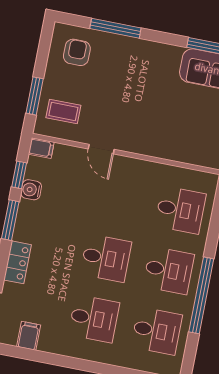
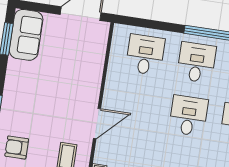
door: (101, 149) -> (97, 124), width x1.38

